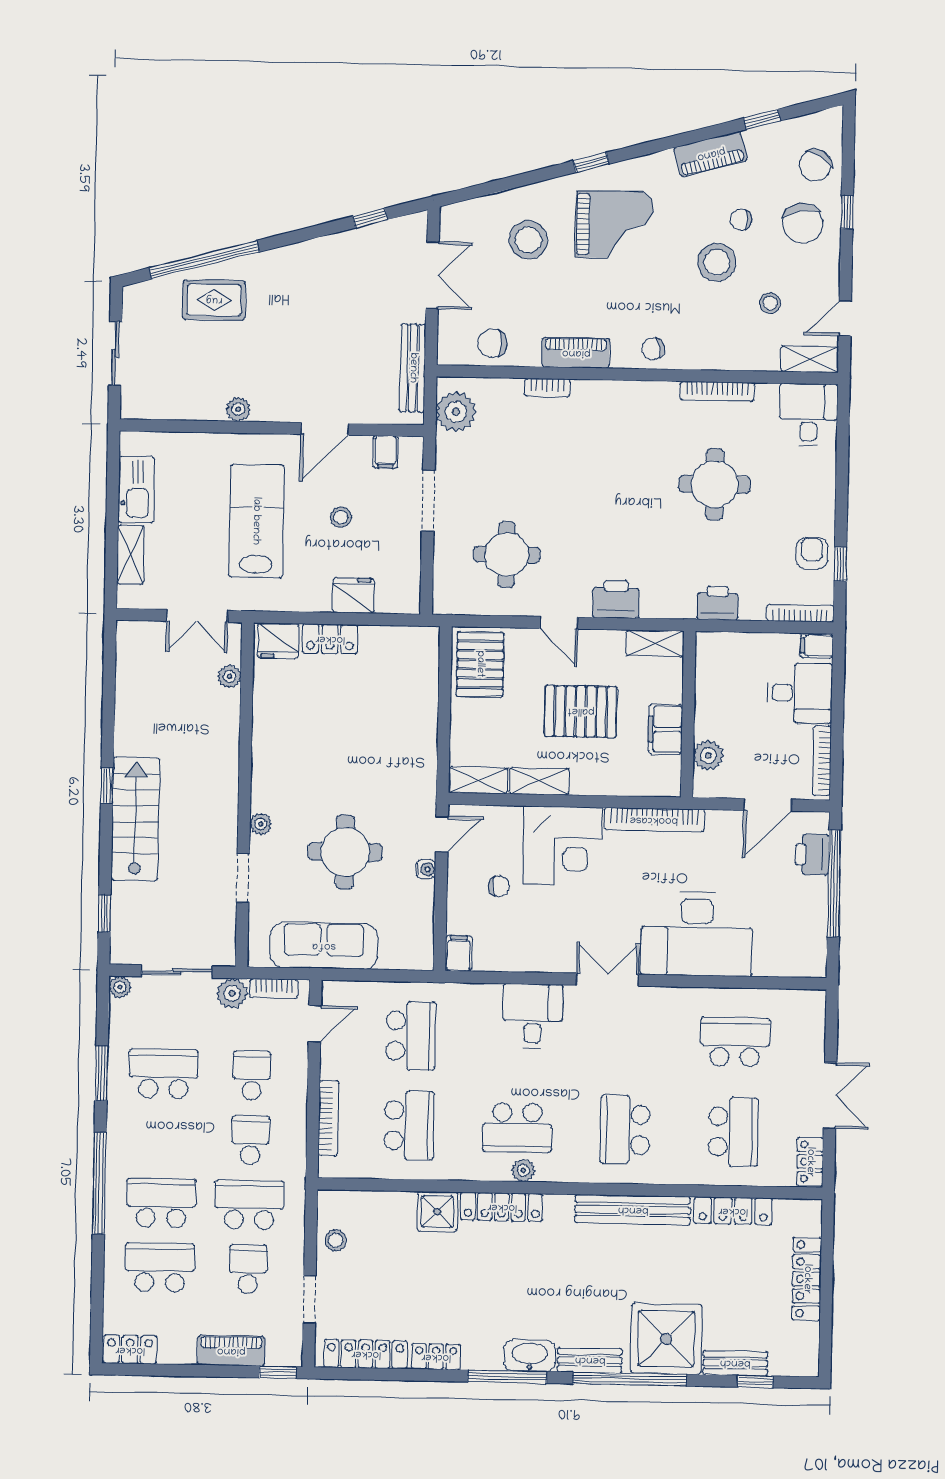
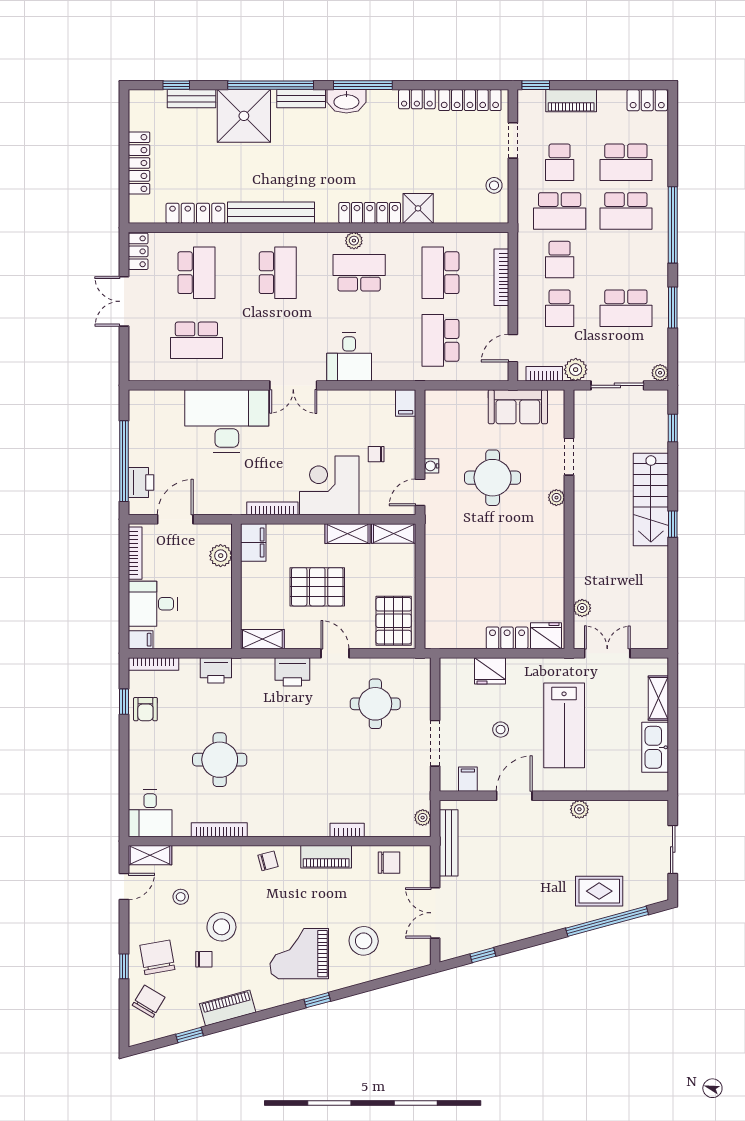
plant: (456, 412) -> (423, 818), width x0.53, depth x0.53
filing cabinet: (665, 729) -> (253, 543), moved
bookcase: (654, 820) -> (272, 508), width x0.68, depth x0.76
sofa: (324, 946) -> (518, 407), width x0.73
school desk: (733, 1132) -> (196, 273), turned 180

